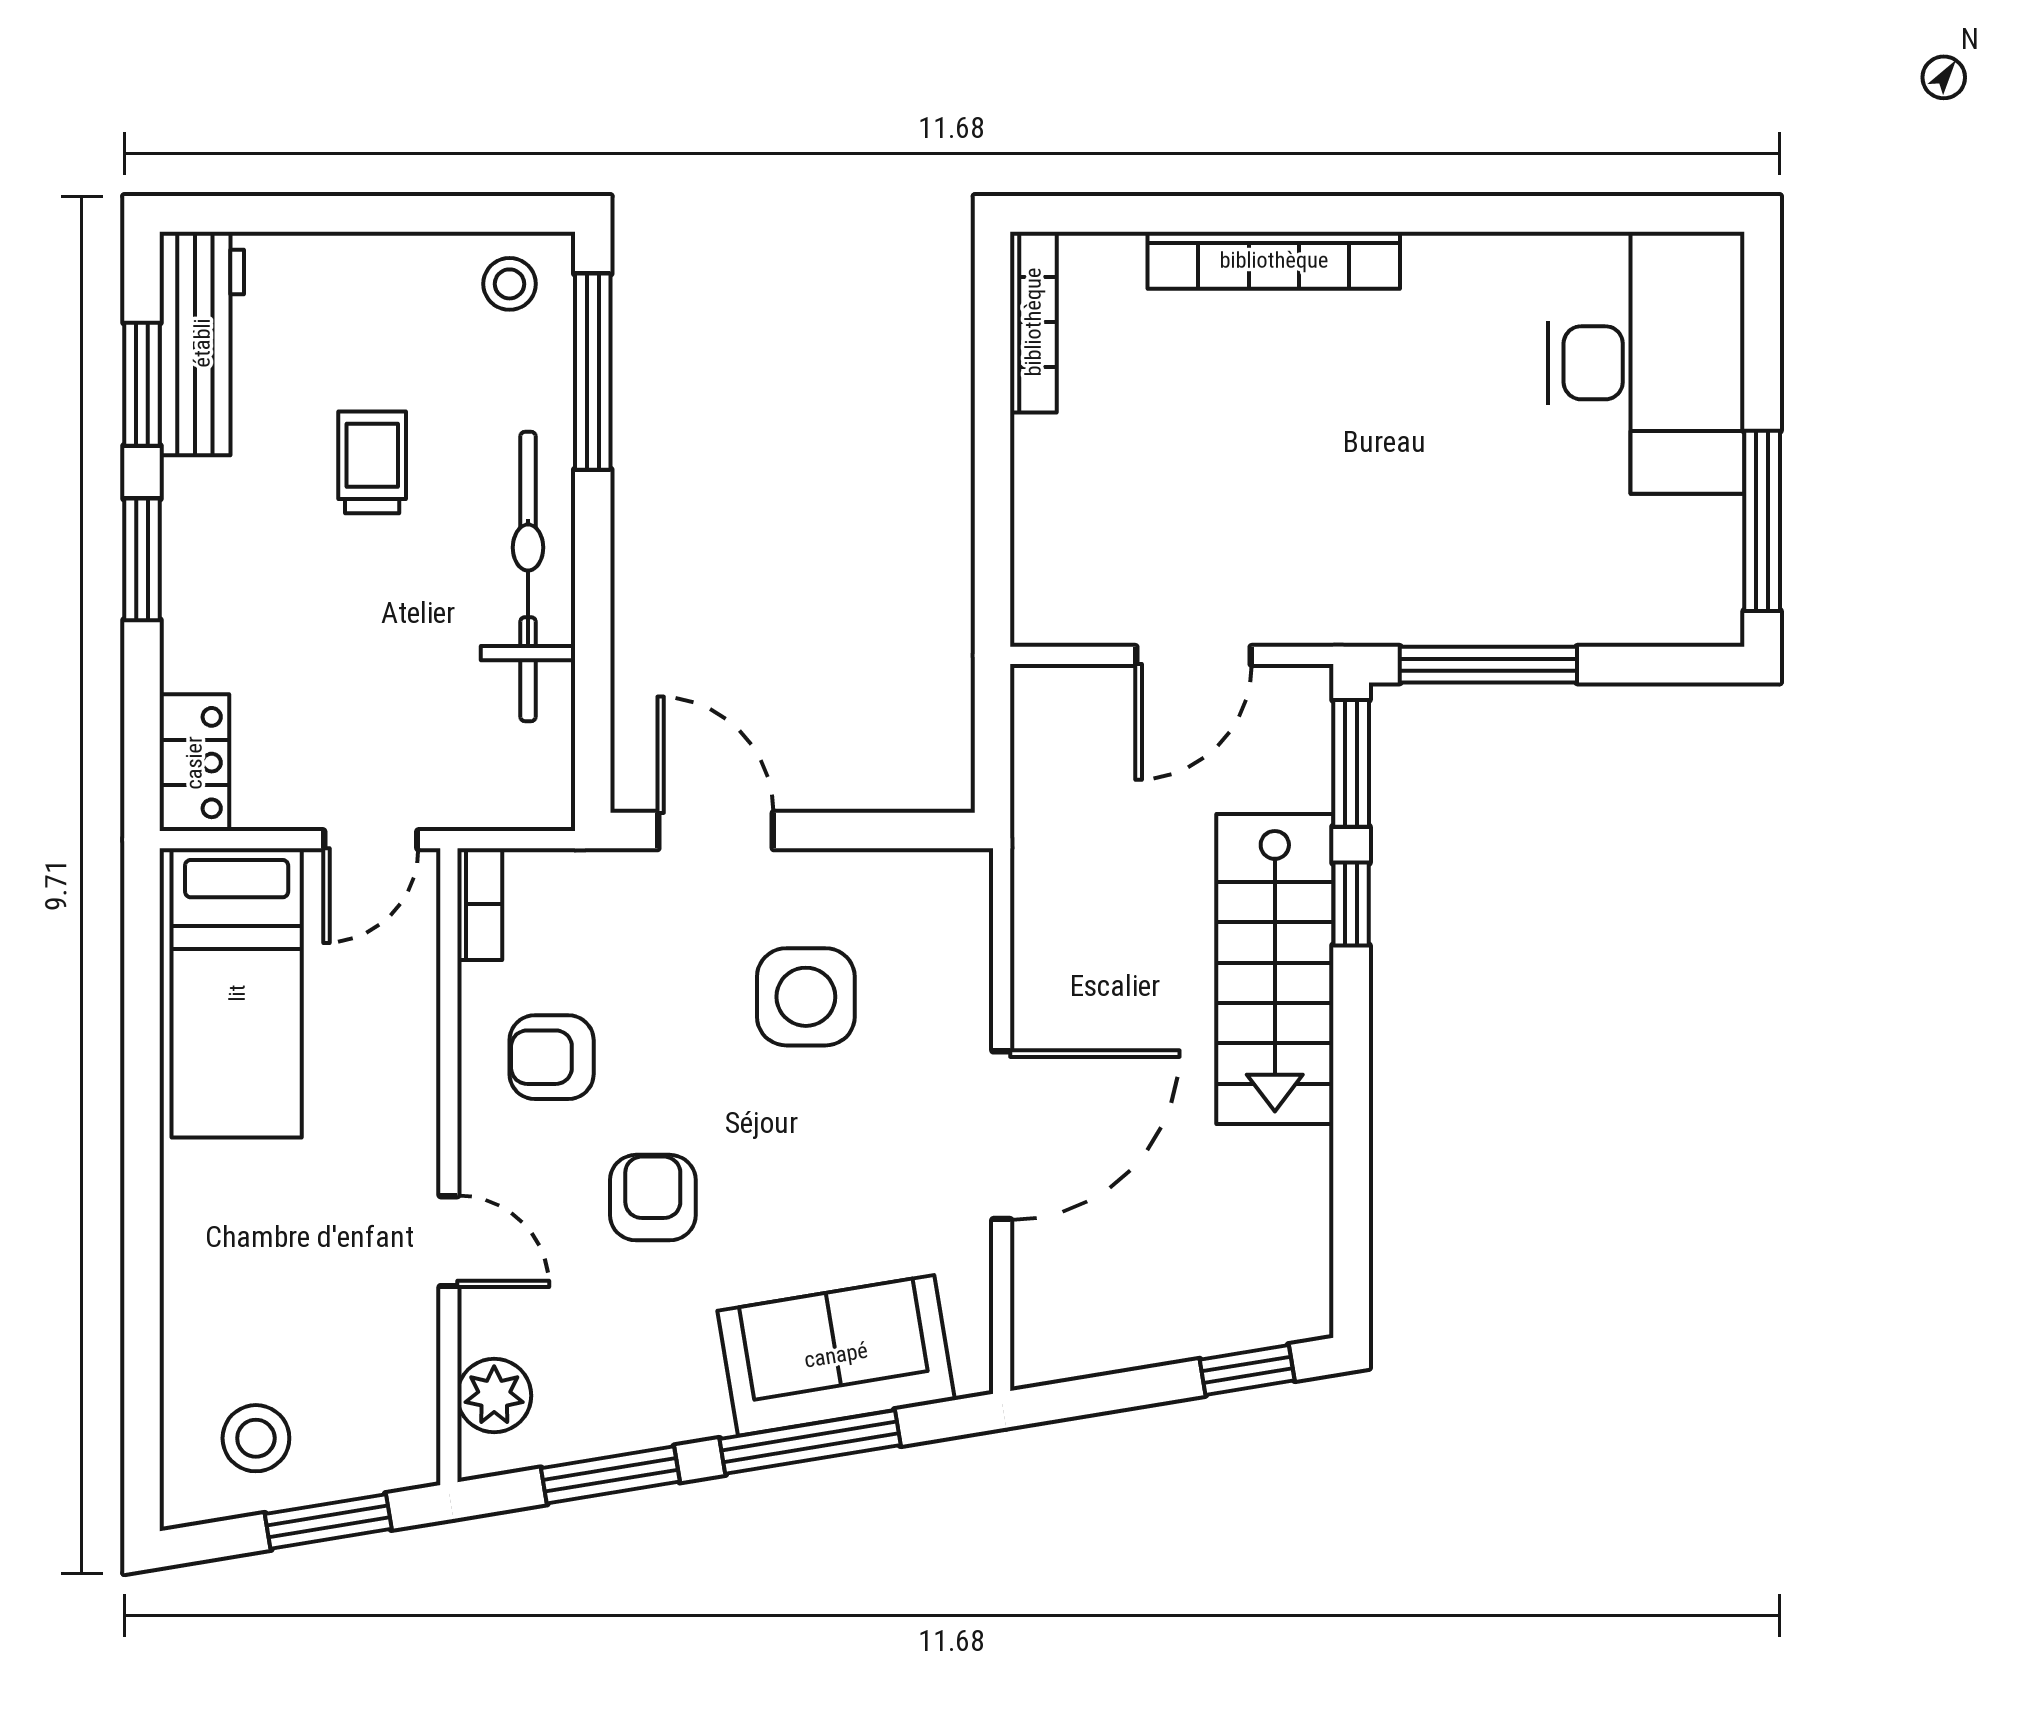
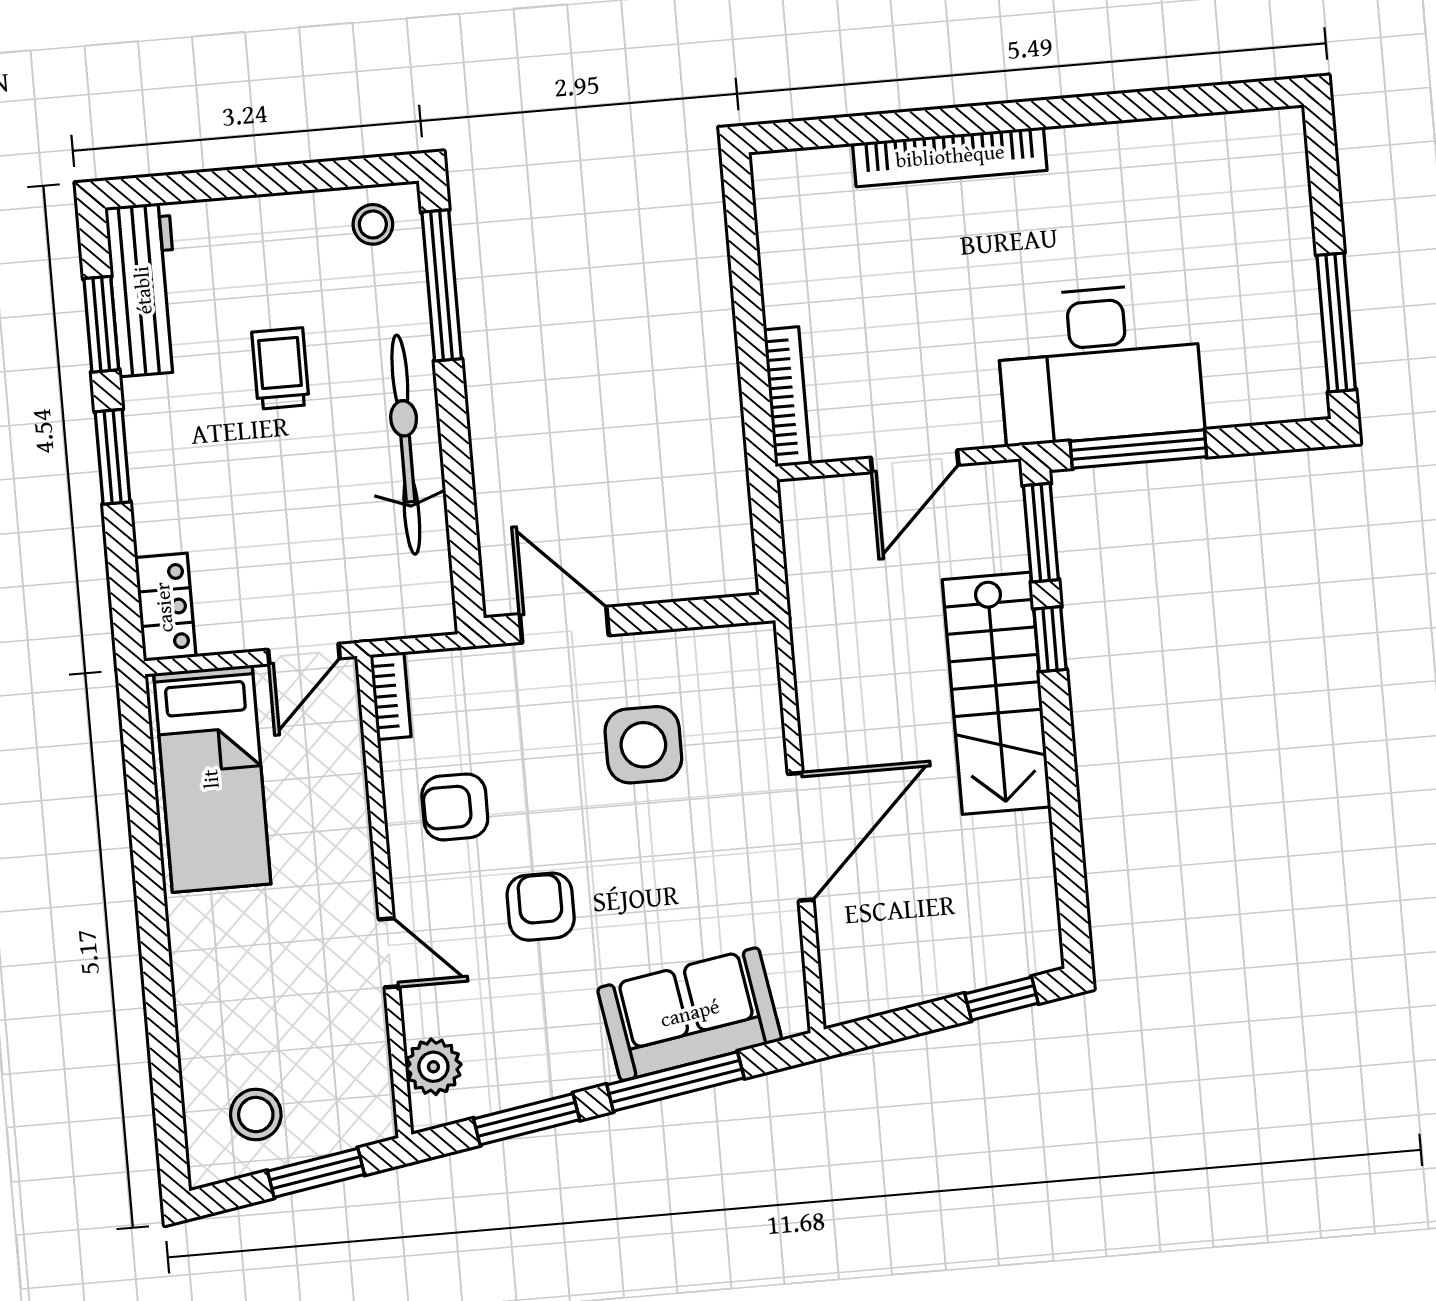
bookcase: (1033, 322) -> (787, 397), moved
desk: (1646, 363) -> (1100, 364), moved, turned 90

